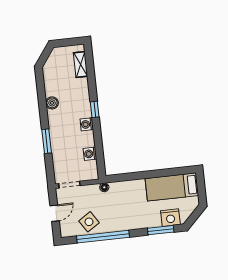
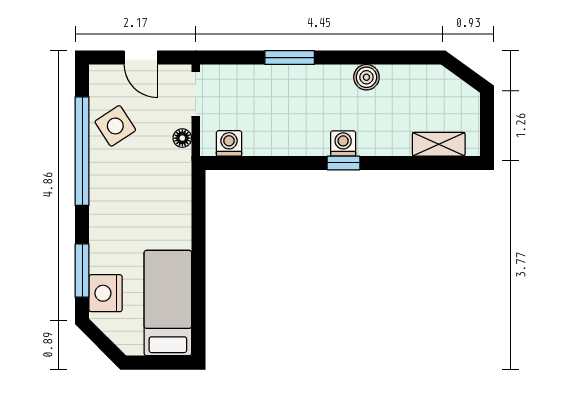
washing machine: (87, 124) -> (343, 143), moved
washing machine: (90, 154) -> (229, 143), moved
floor lamp: (104, 187) -> (182, 138), moved

